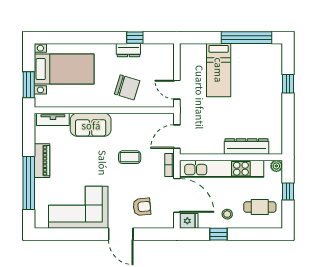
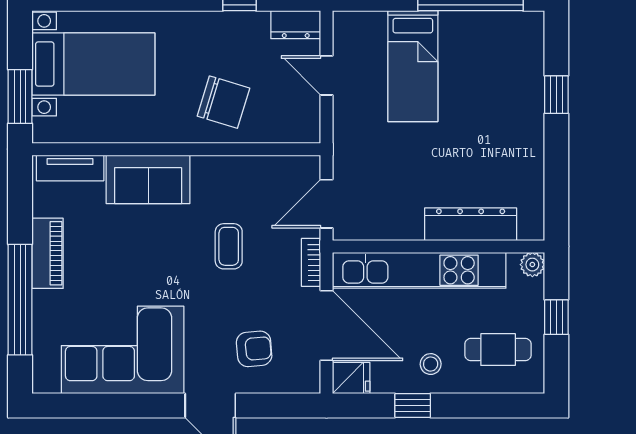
dresser: (128, 50) -> (296, 25), moved
door: (177, 90) -> (327, 75), moved
coffee table: (130, 157) -> (229, 246), turned 90

